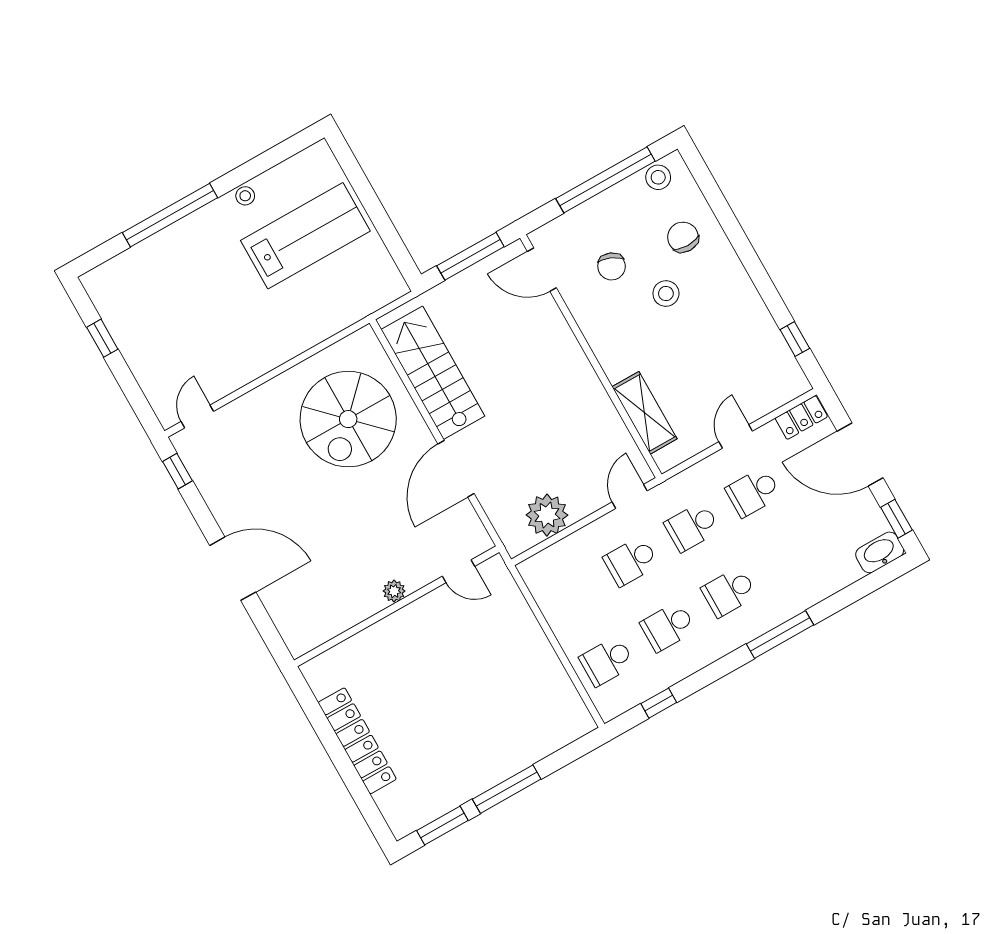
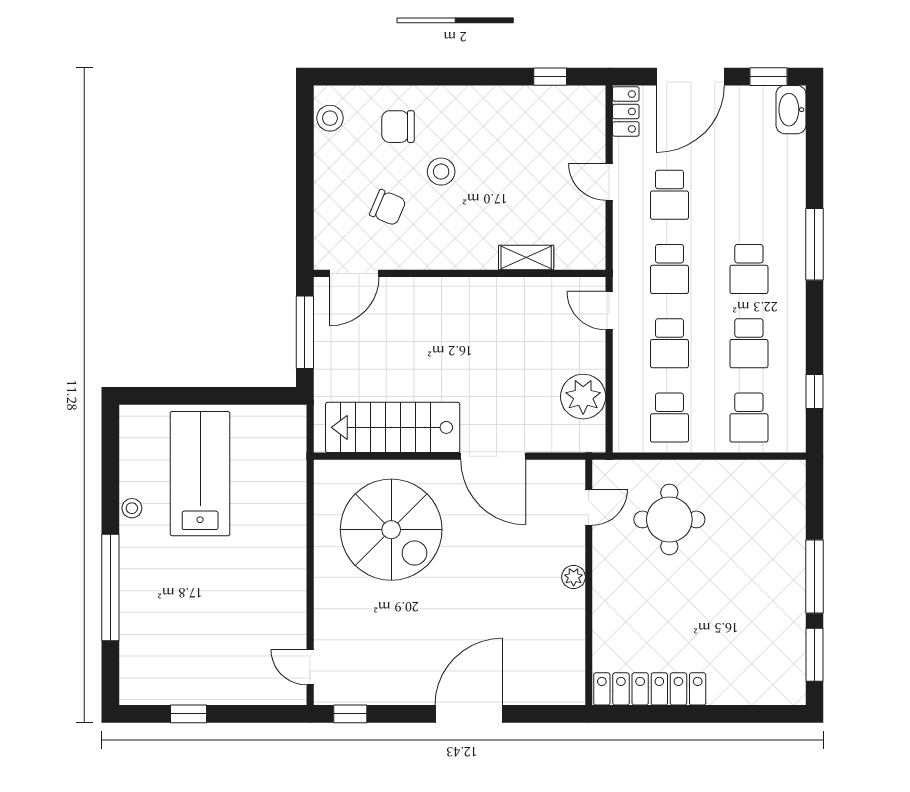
window: (605, 180) -> (305, 168), removed
shelving: (645, 413) -> (526, 258), width x0.67, depth x0.75
school desk: (570, 596) -> (669, 418), added
round table: (486, 643) -> (669, 519), added
locker: (357, 741) -> (650, 689), moved

